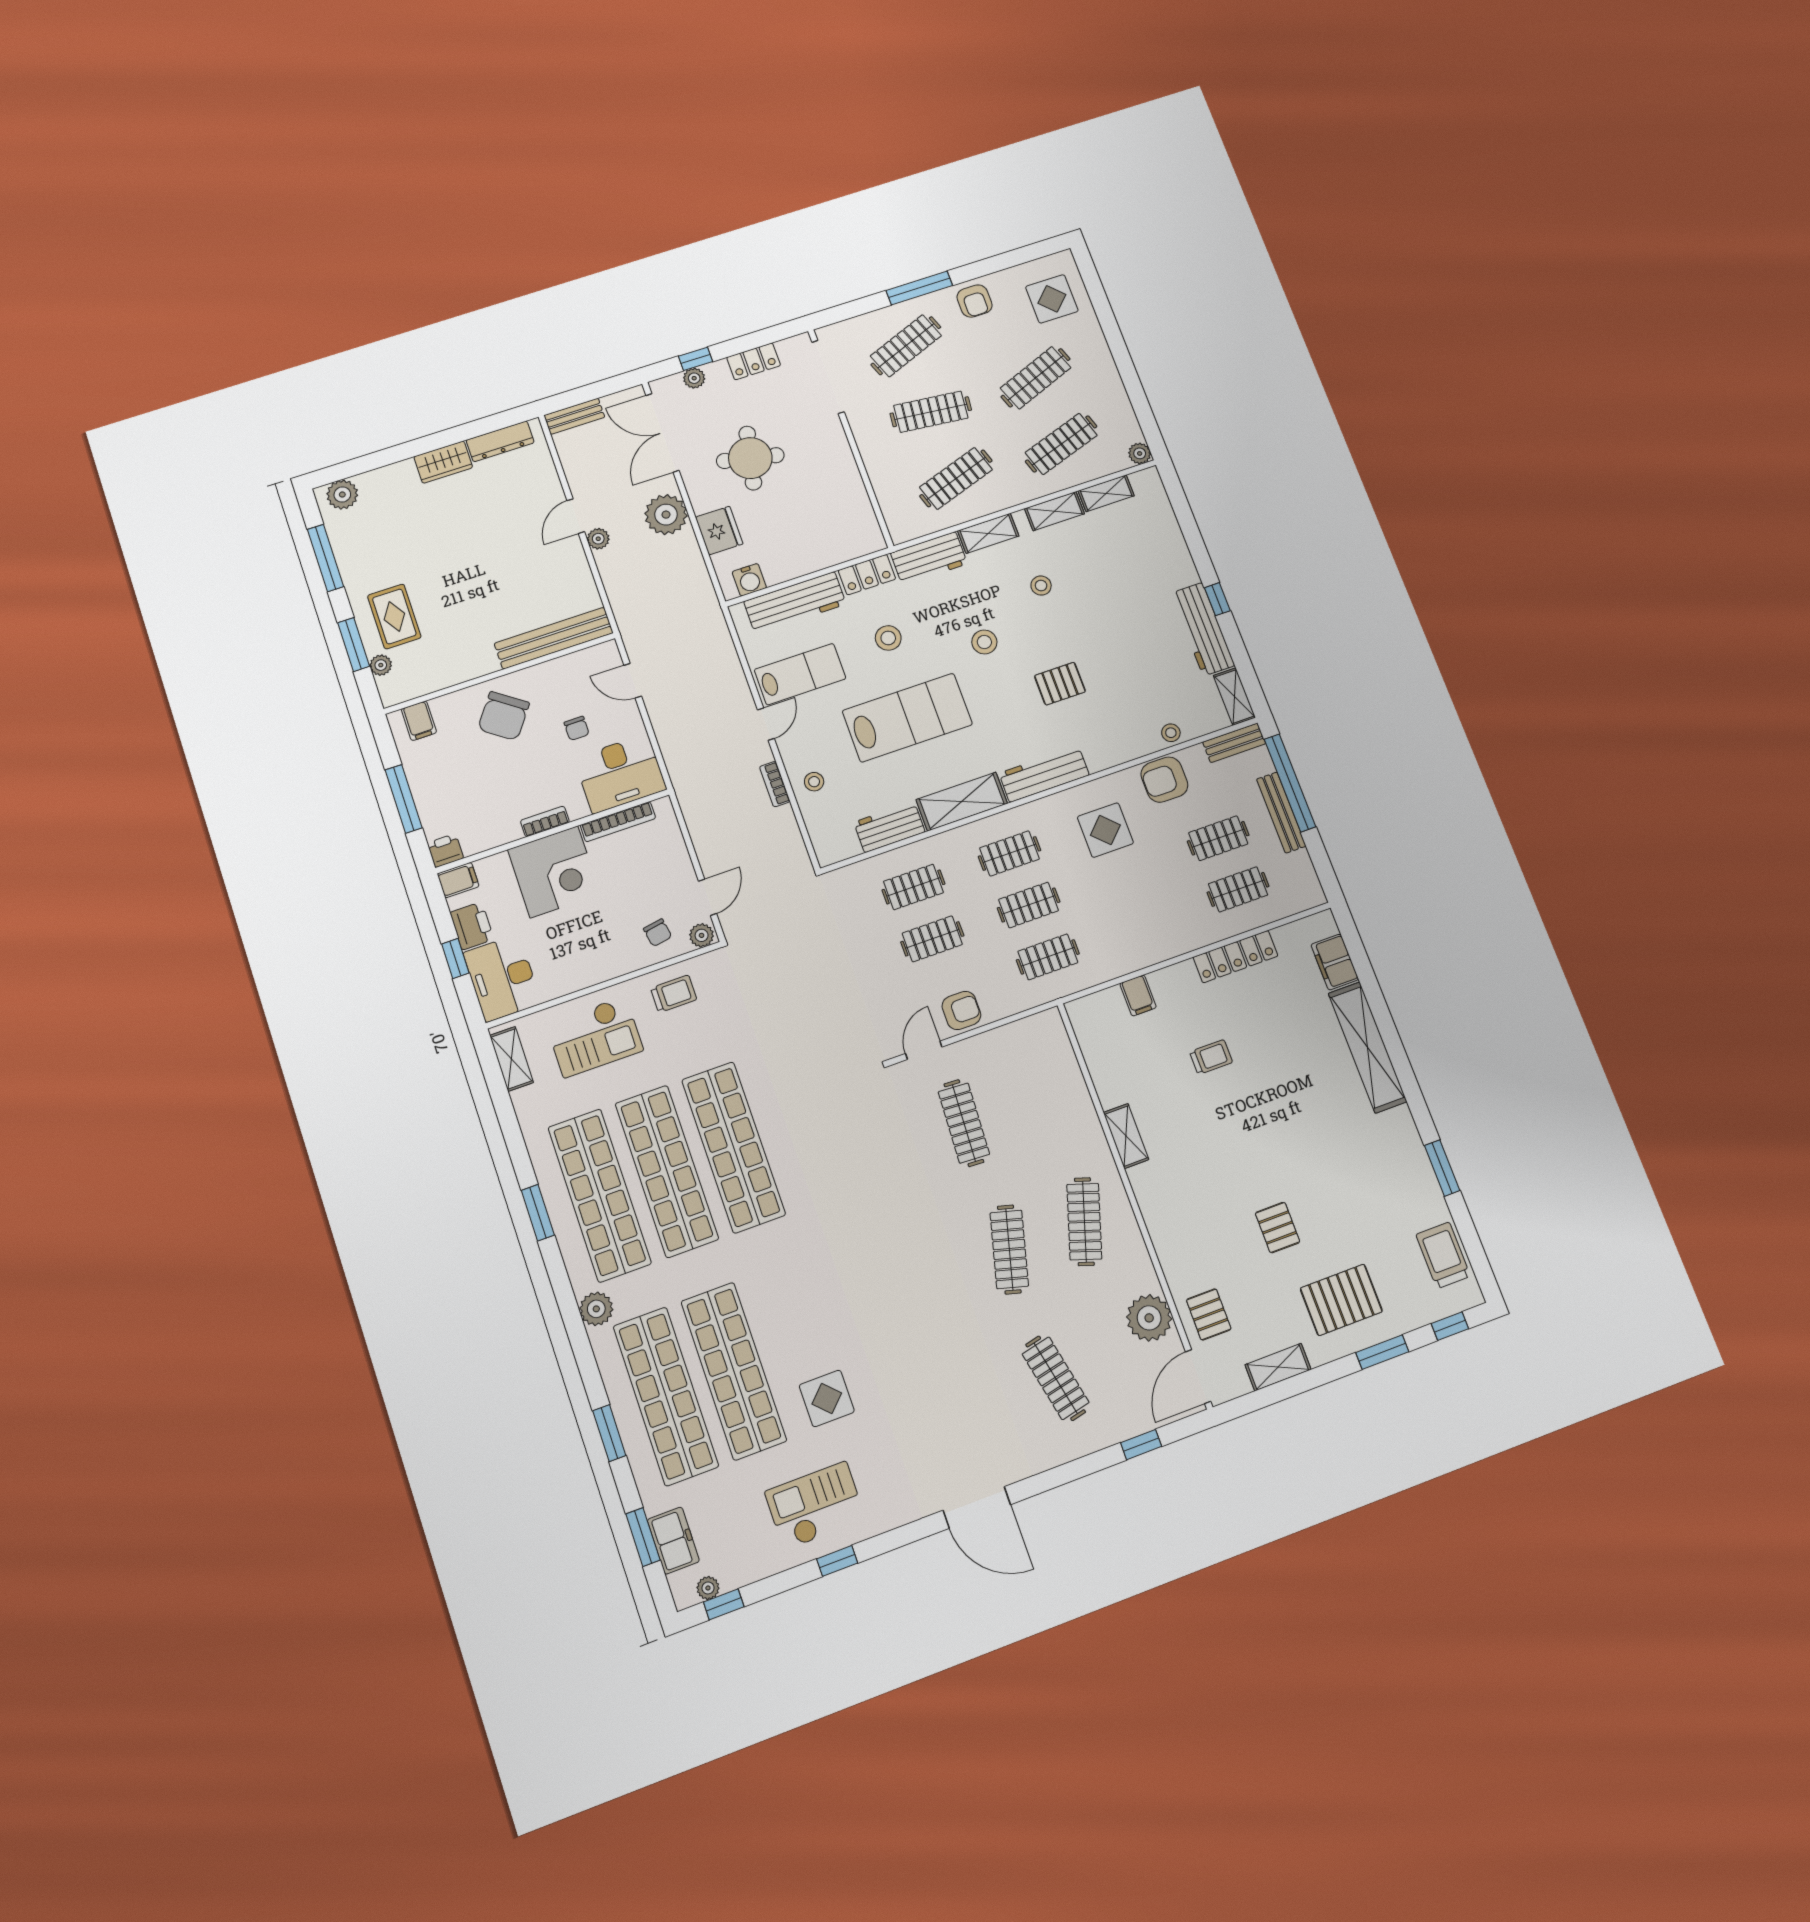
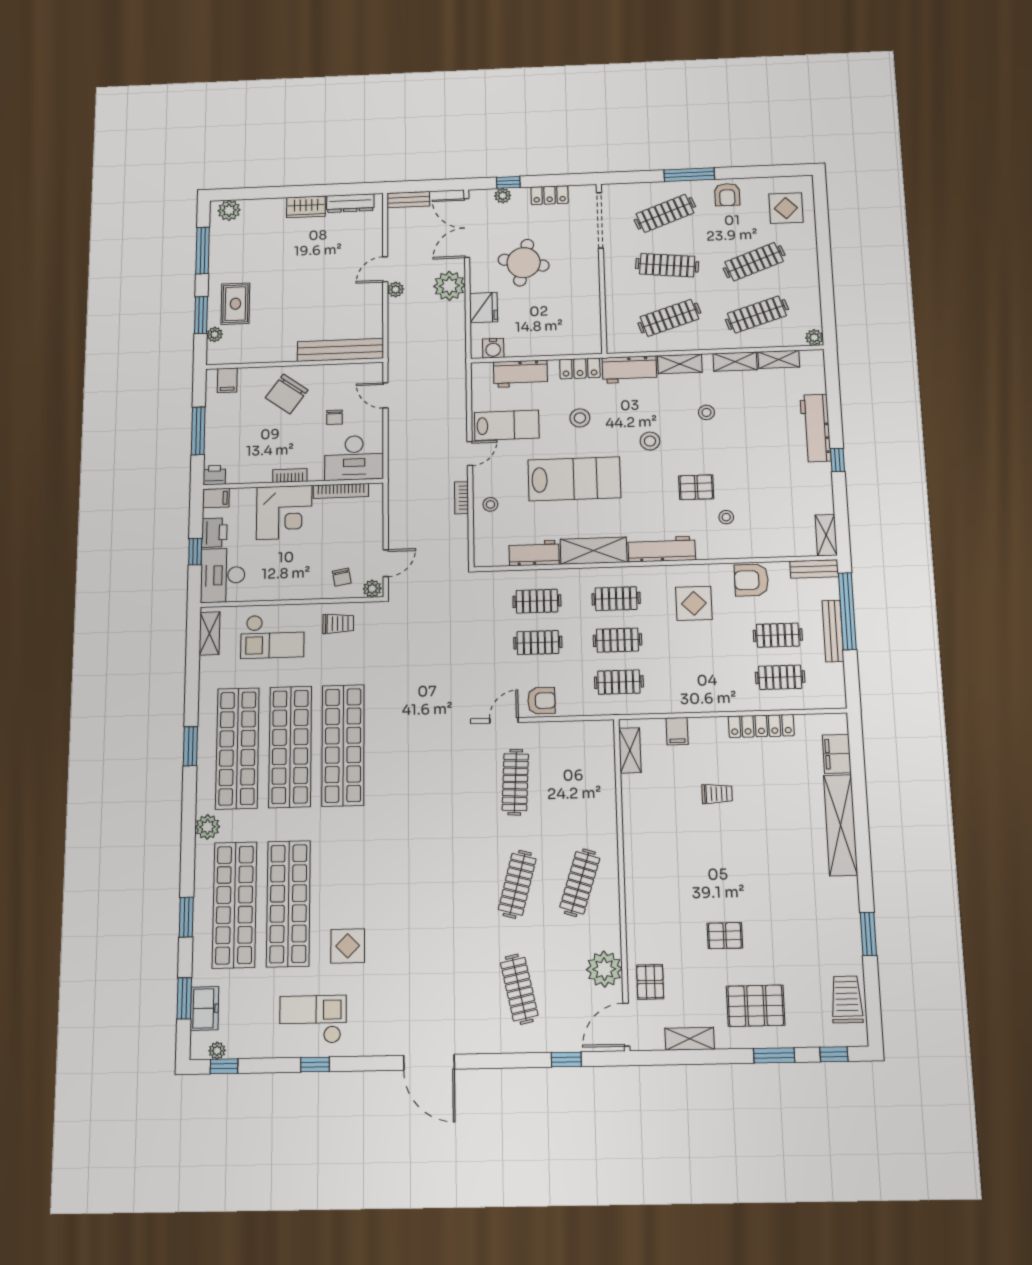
workbench: (795, 603) -> (521, 374), width x0.73
workbench: (1203, 629) -> (815, 428), moved
stool: (1171, 733) -> (726, 517), moved
shelving: (1126, 1136) -> (630, 750), moved
pallet: (1278, 1228) -> (725, 936), turned 90

